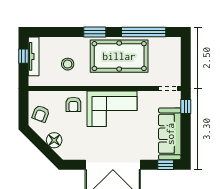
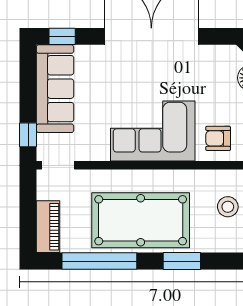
piano: (174, 52) -> (48, 227), added
armchair: (73, 104) -> (218, 138), turned -90

